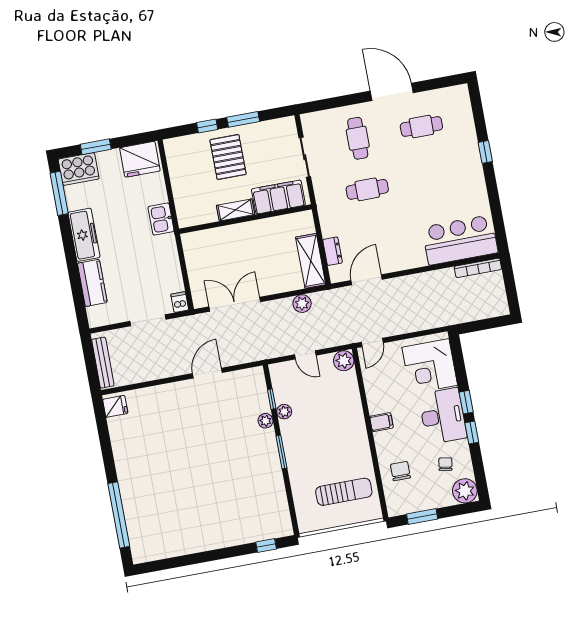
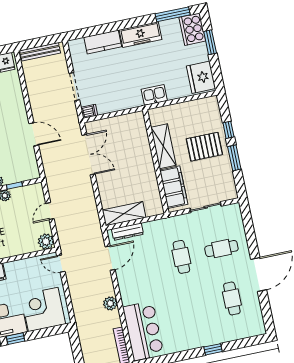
shelving: (236, 210) -> (163, 146), width x1.50, depth x1.33
dresser: (333, 251) -> (128, 232), width x1.44
door: (367, 280) -> (110, 258), hinge flipped
plant: (302, 304) -> (110, 303), moved

